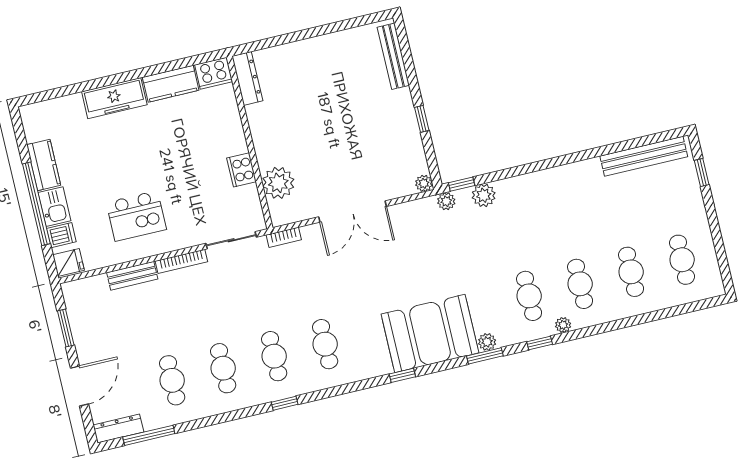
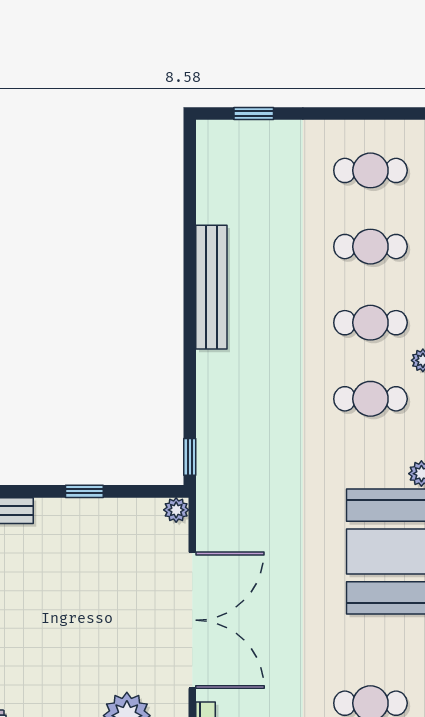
bench: (644, 156) -> (211, 287), moved
plant: (484, 195) -> (213, 429), removed
plant: (446, 201) -> (209, 484), removed
double door: (353, 212) -> (192, 620), width x1.36

